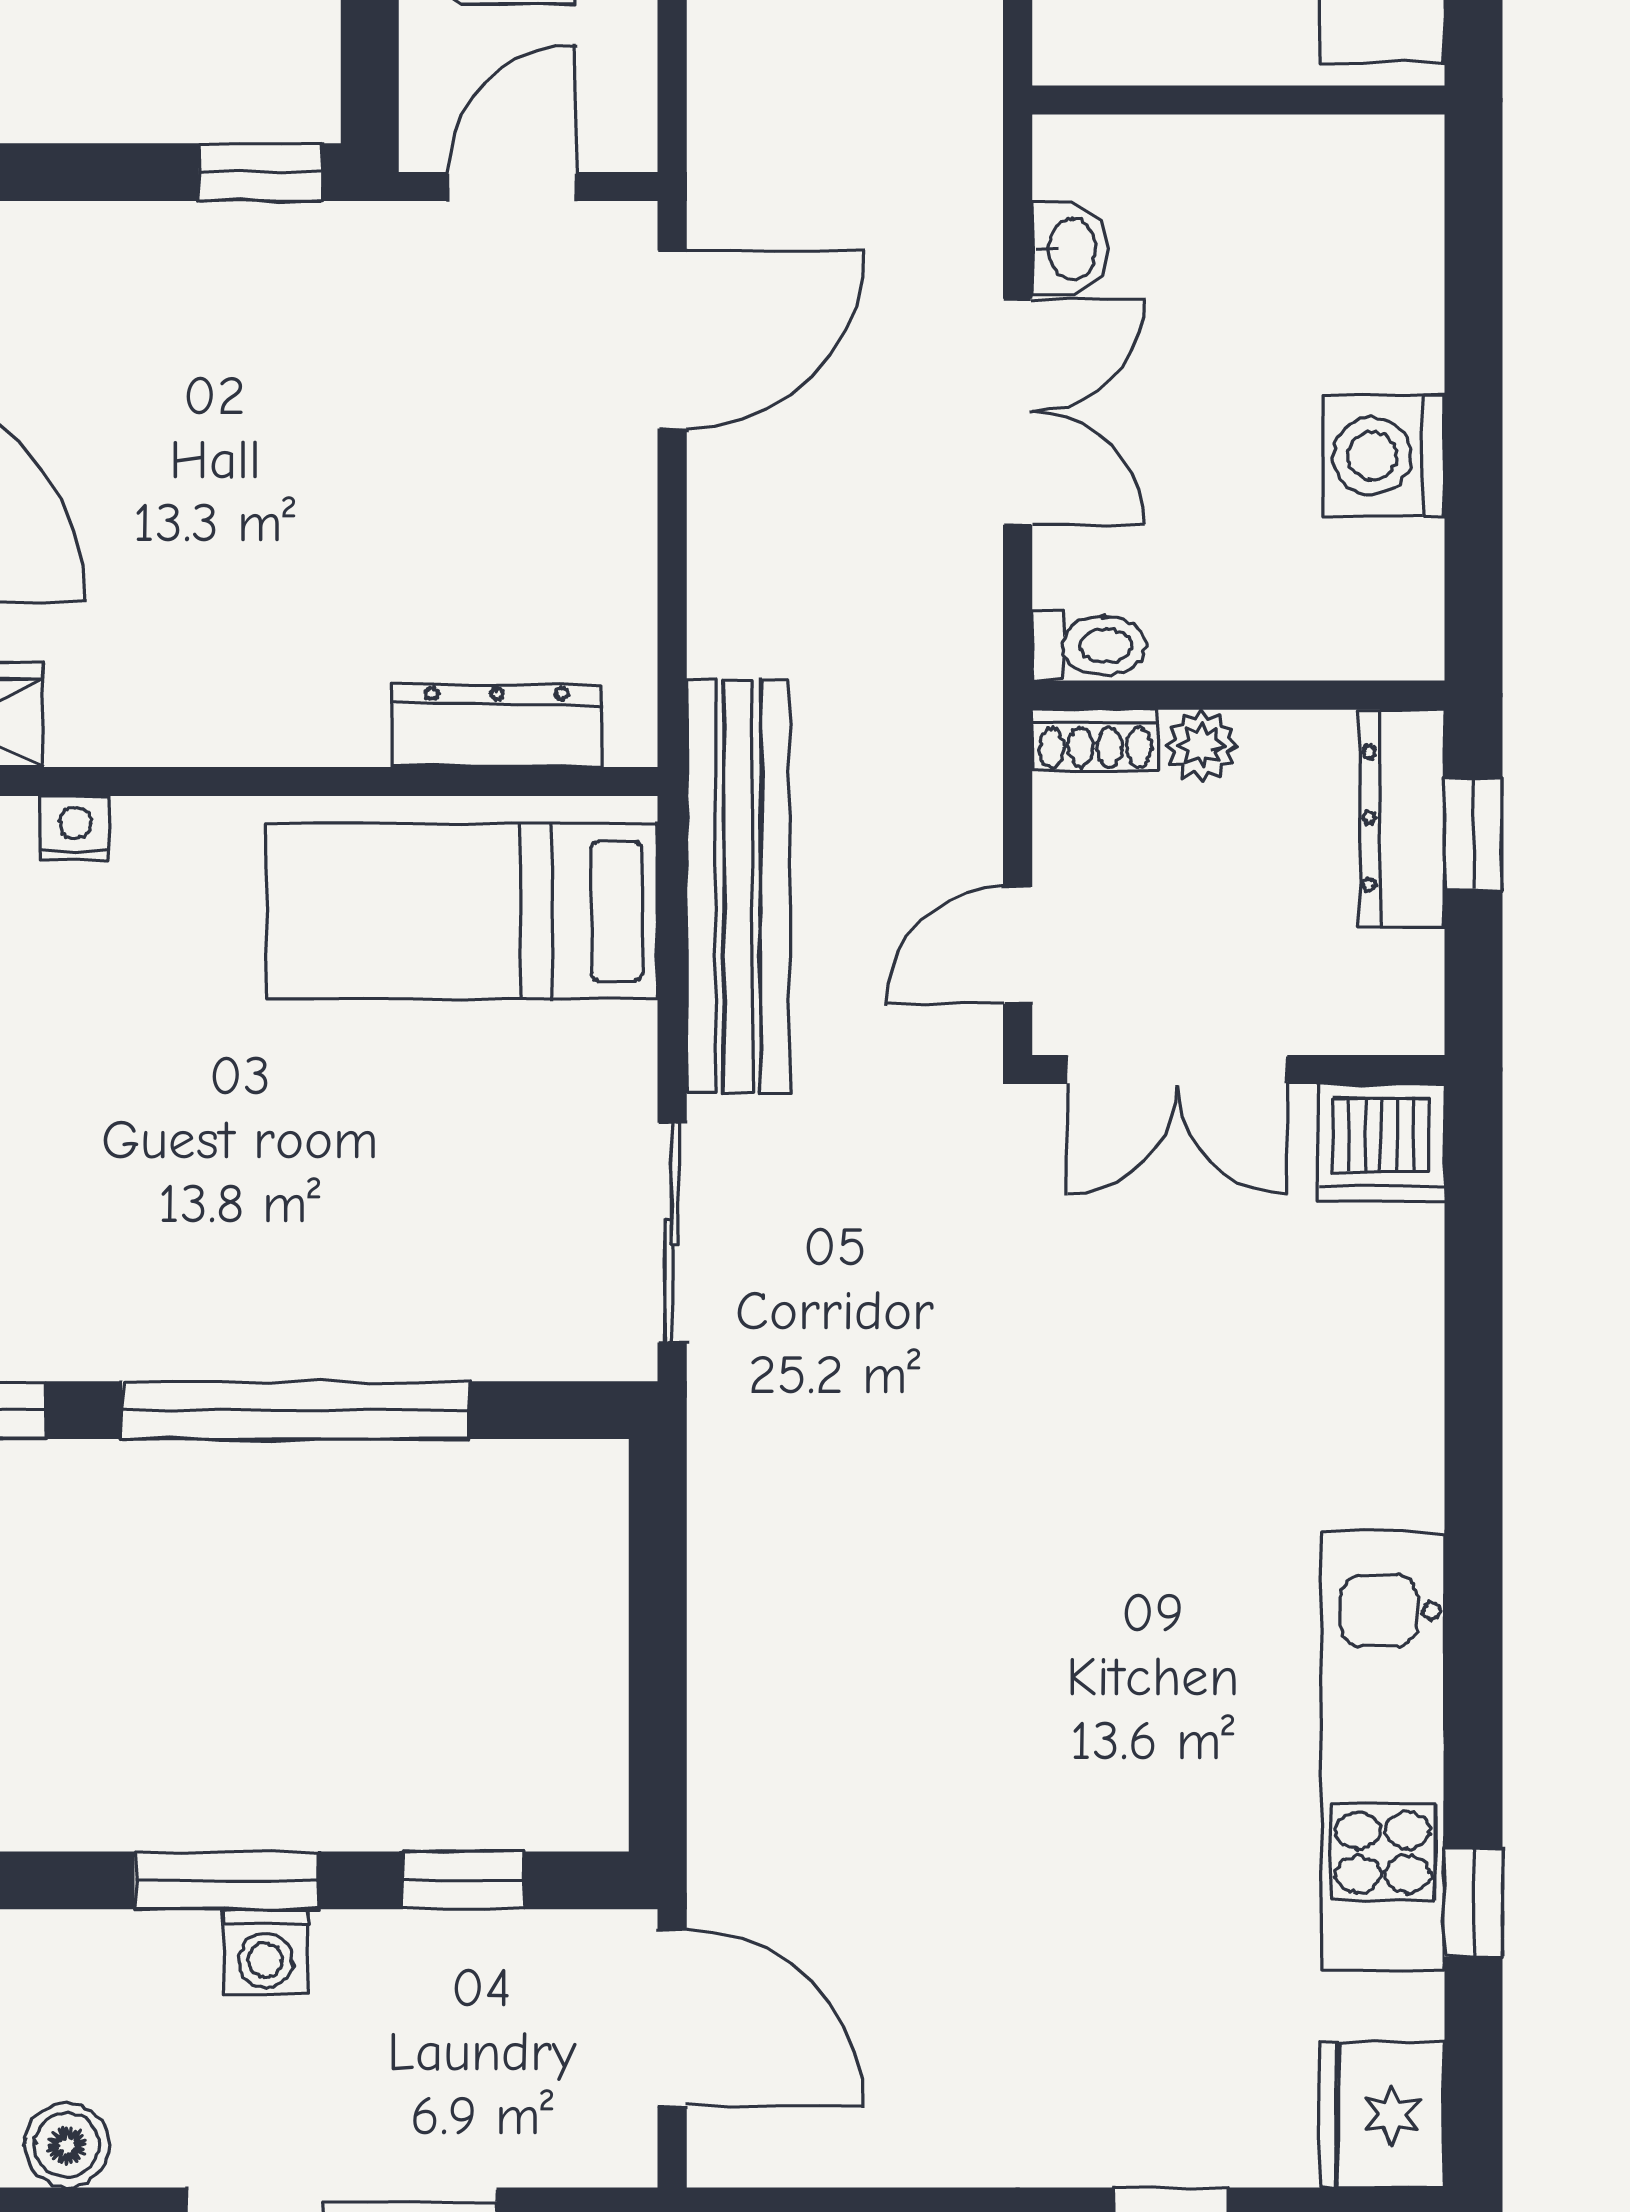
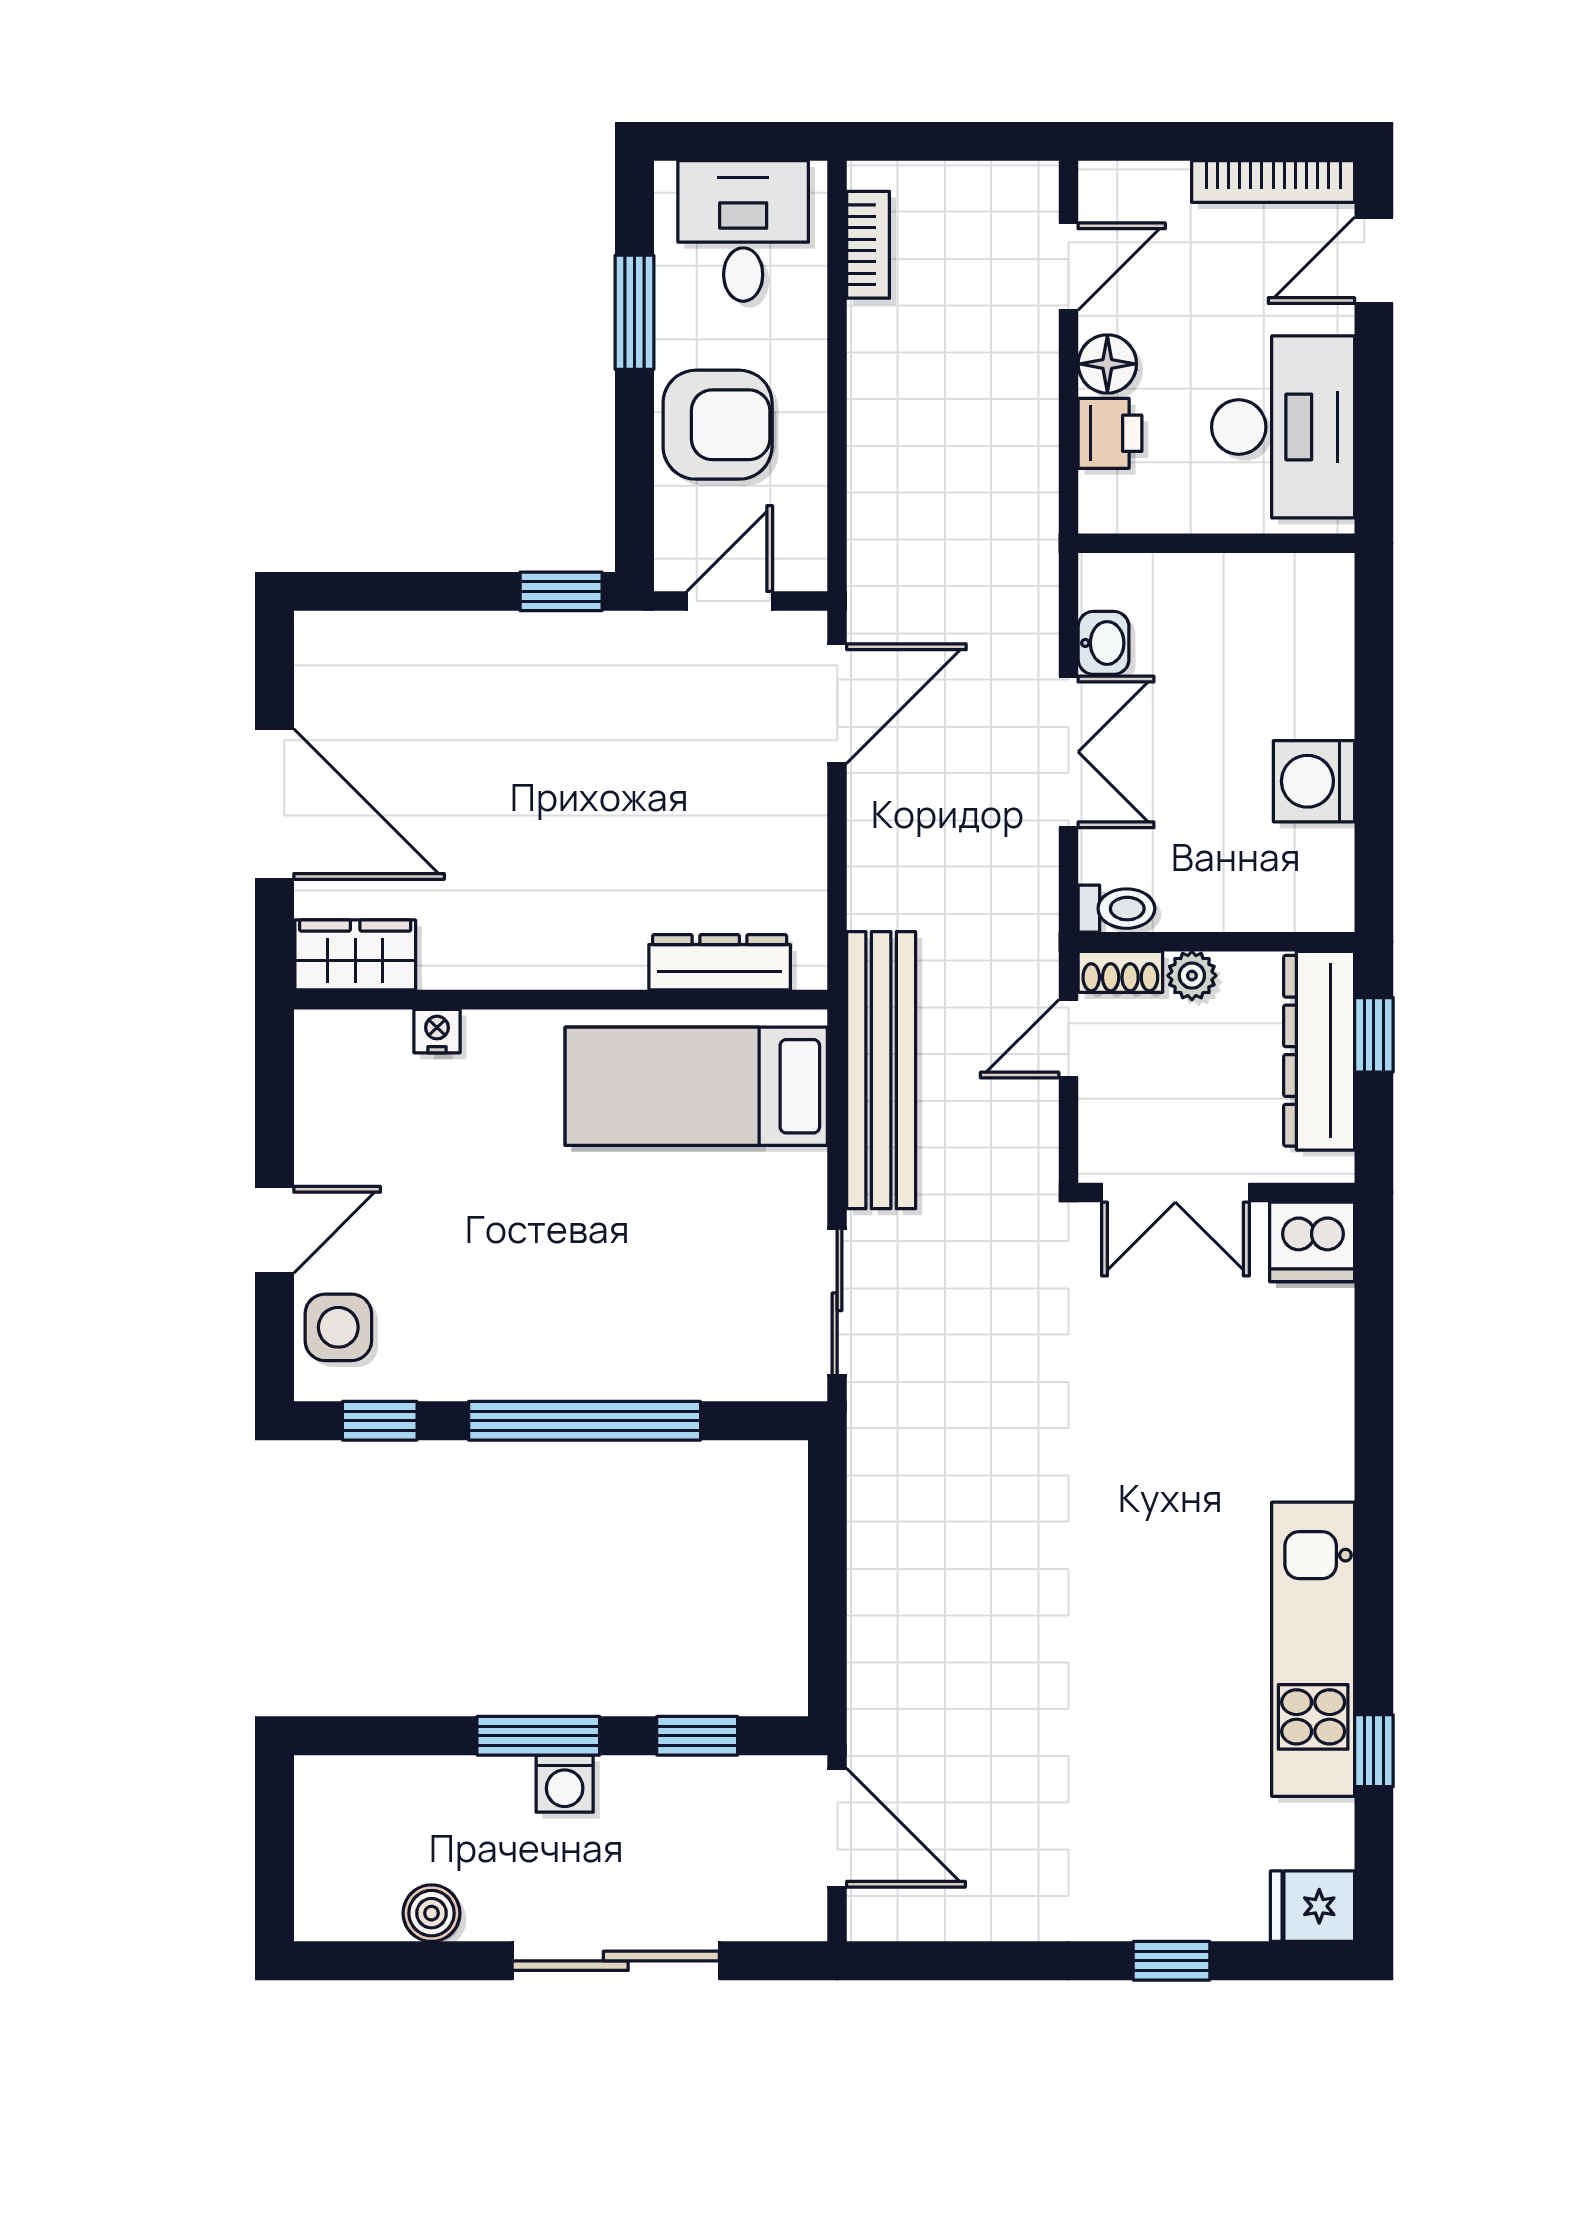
dresser: (1402, 818) -> (1319, 1051), width x1.37, depth x1.24
door: (1018, 945) -> (1068, 1039), moved
fridge: (1382, 2115) -> (1313, 1906), width x0.72

